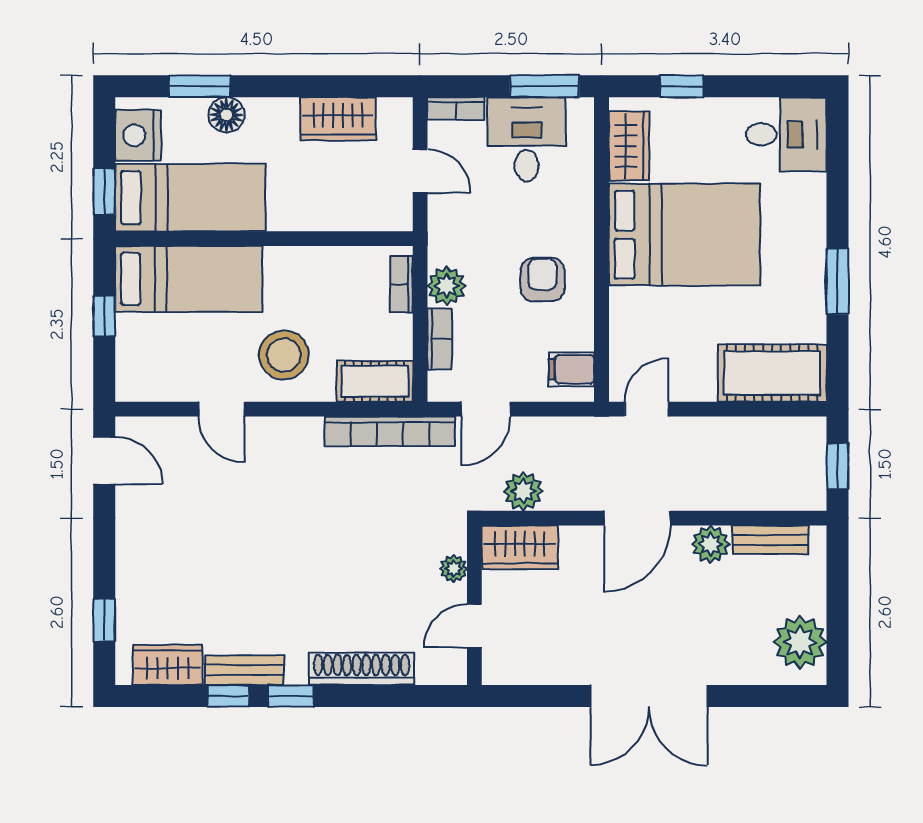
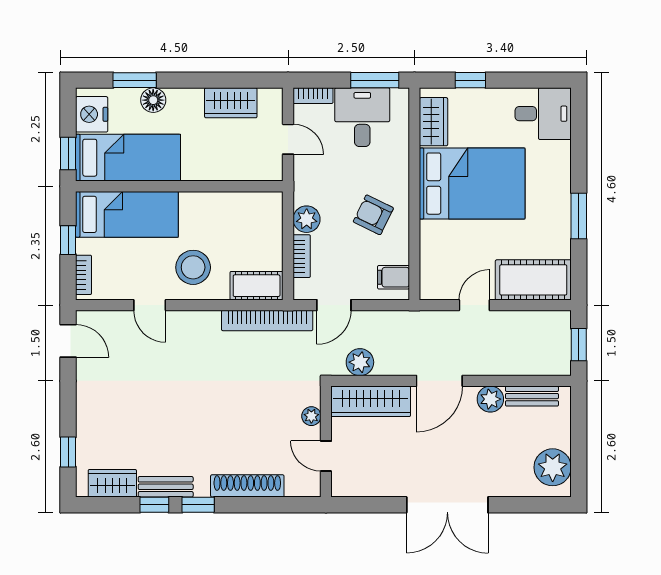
armchair: (542, 280) -> (373, 215), turned -64
bookcase: (401, 284) -> (84, 275), moved, turned 180
door: (647, 409) -> (474, 305), moved
wardrobe: (520, 547) -> (371, 401), width x1.50
door: (474, 626) -> (326, 456), hinge flipped

